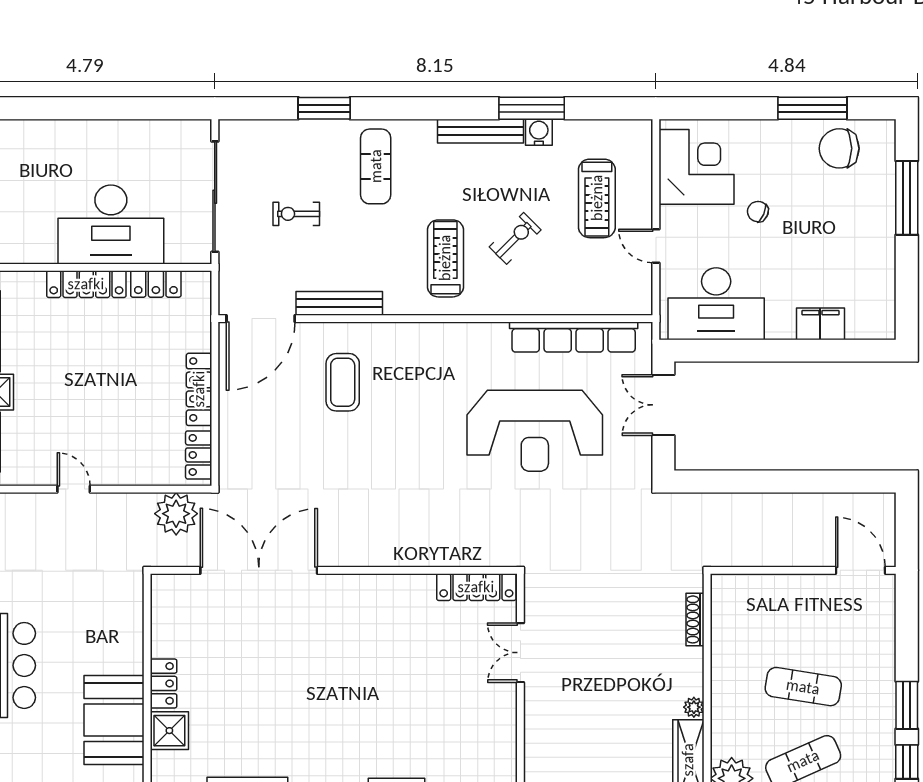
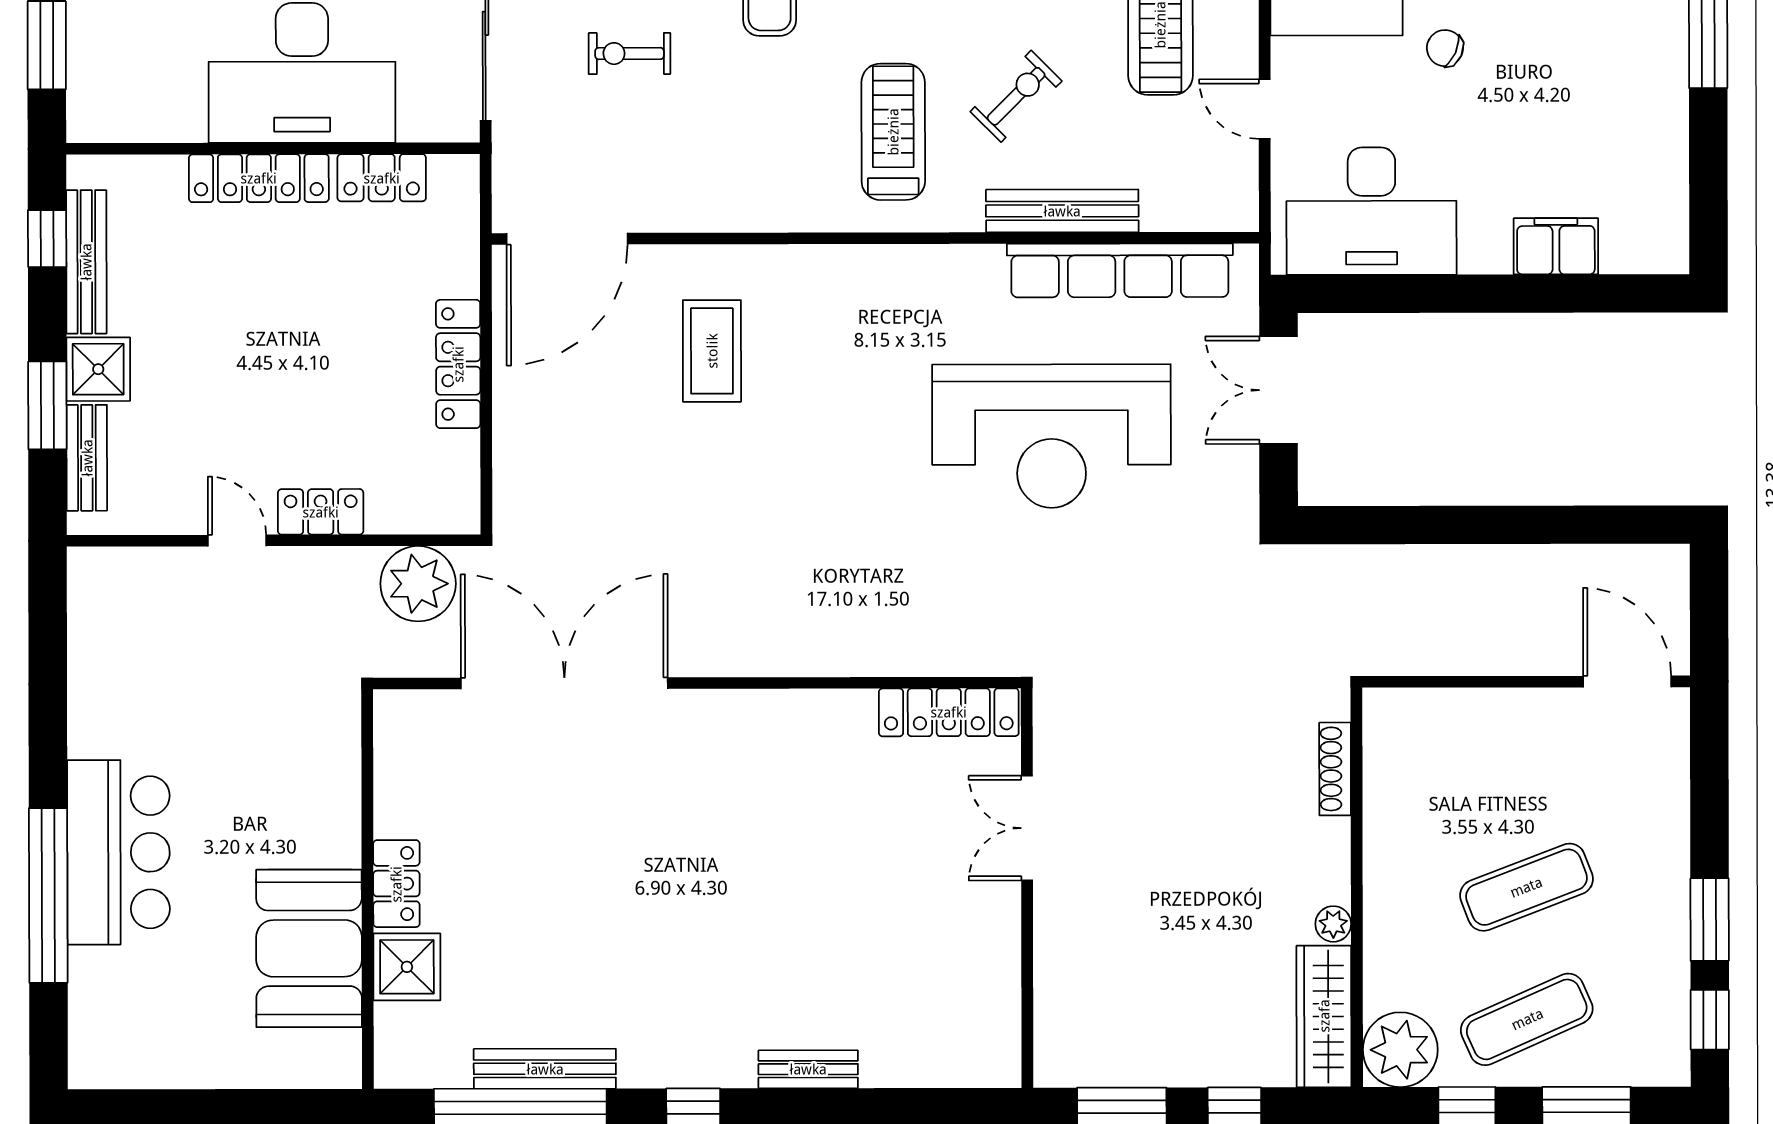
bench: (339, 303) -> (1062, 211), moved
locker: (199, 455) -> (321, 512), moved, turned 90
exercise mat: (803, 687) -> (1526, 887), turned -30

